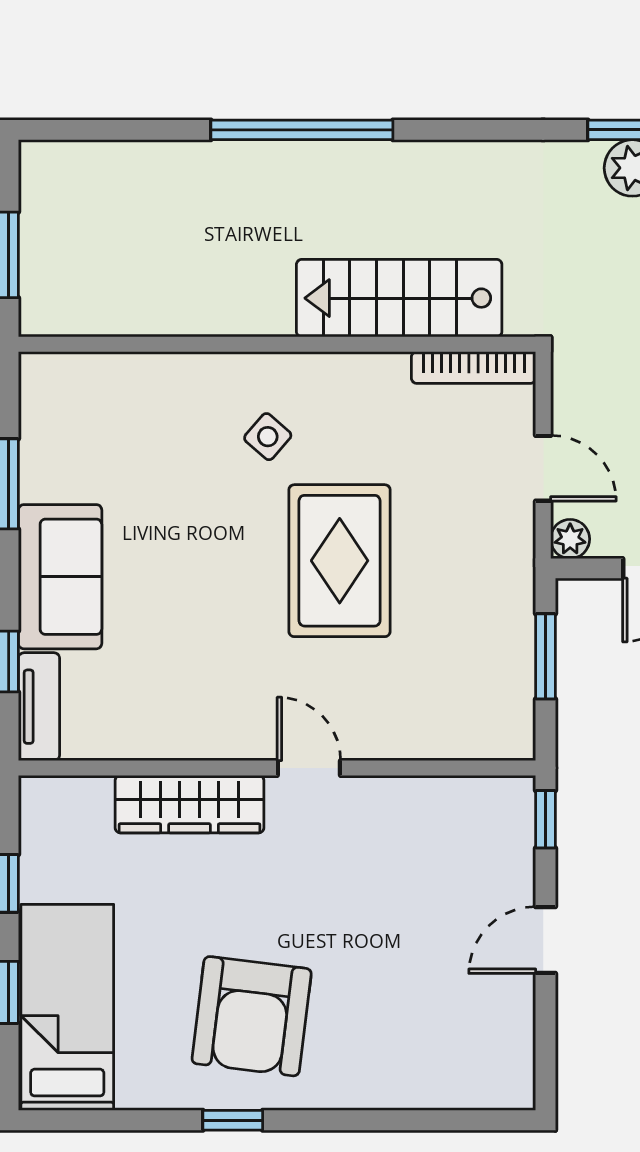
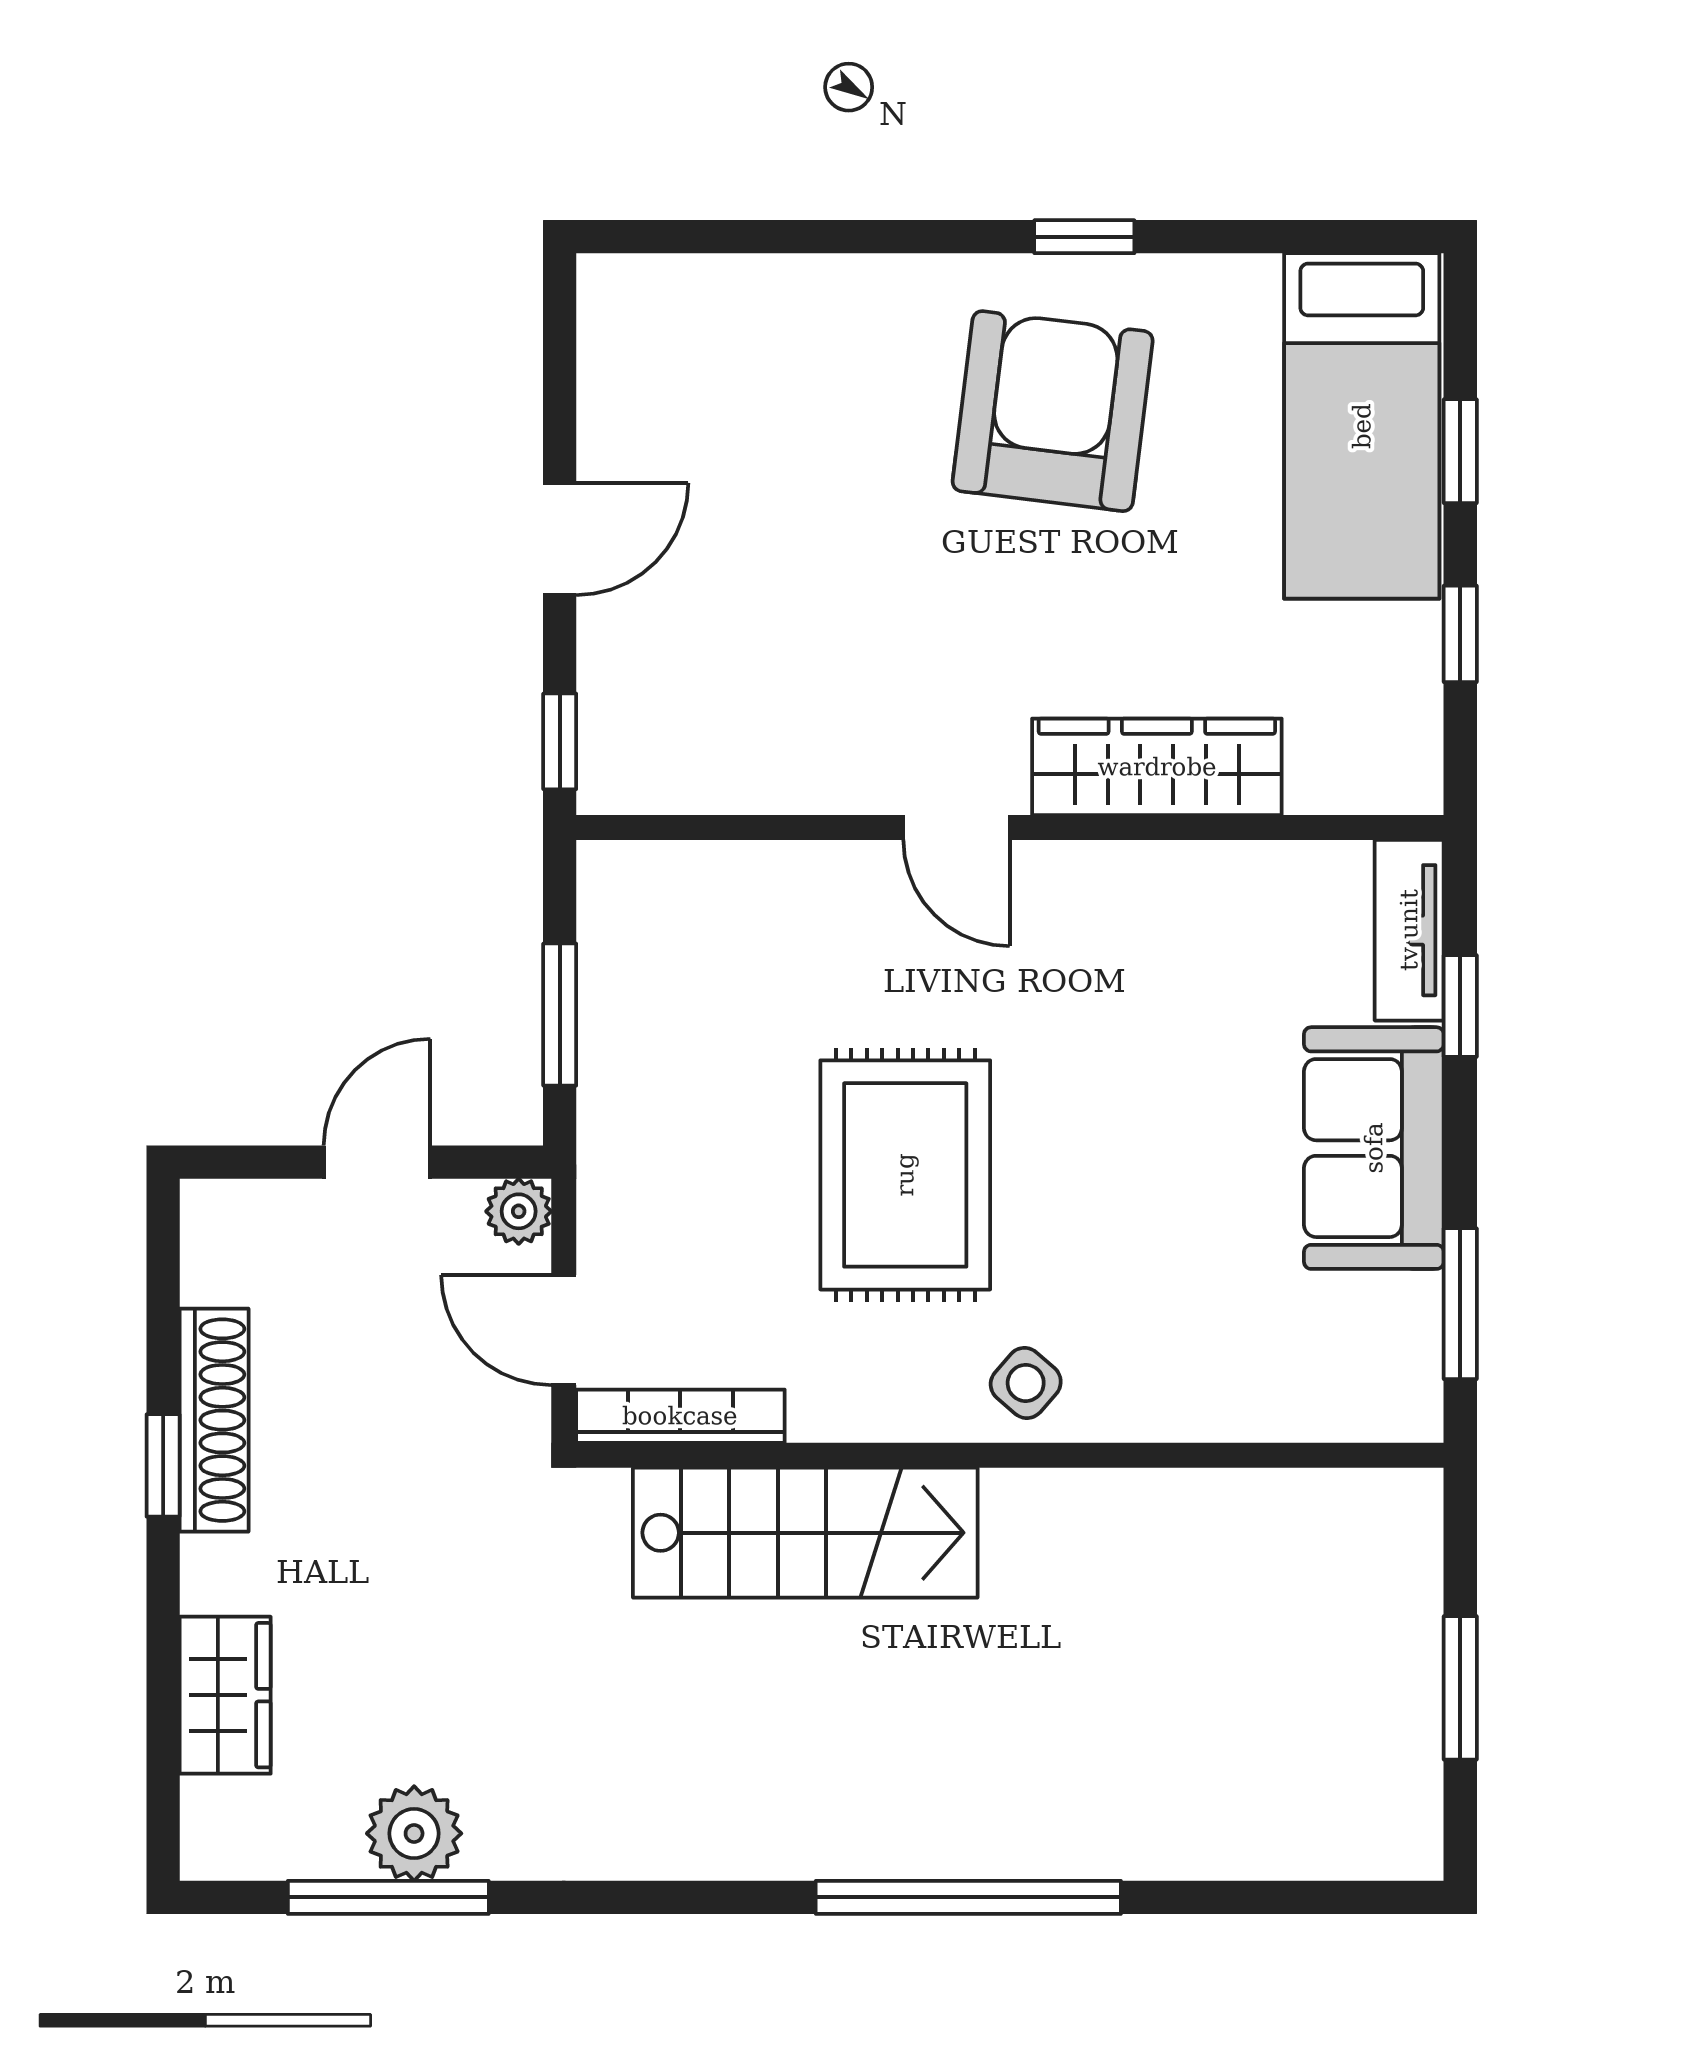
stairs: (399, 298) -> (805, 1533), moved
wall: (277, 344) -> (1010, 1455), moved
bookcase: (474, 368) -> (680, 1416), moved

